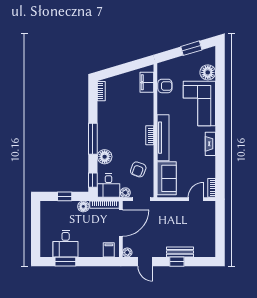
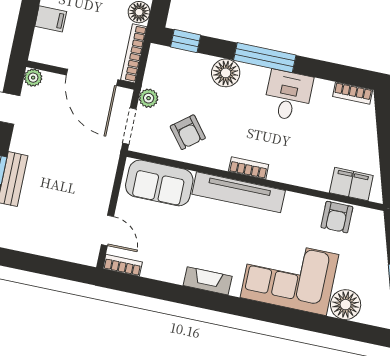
armchair: (138, 169) -> (188, 132), turned -148
desk: (108, 186) -> (288, 96), moved, turned 90
filing cabinet: (109, 250) -> (51, 19), moved

